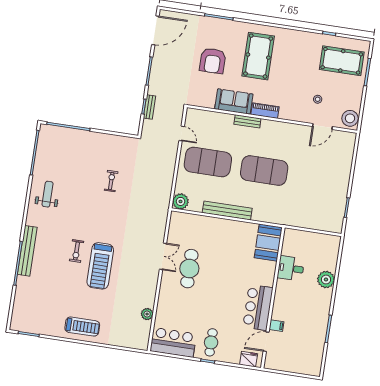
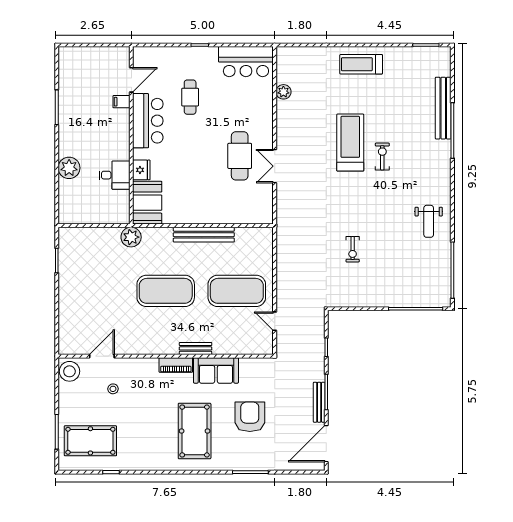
bench: (149, 107) -> (319, 402), moved, width x1.36
plant: (181, 201) -> (131, 237), moved
bench: (27, 251) -> (443, 108), moved
cafe table: (211, 342) -> (190, 97), moved
fridge: (249, 359) -> (141, 170), moved, turned -90

